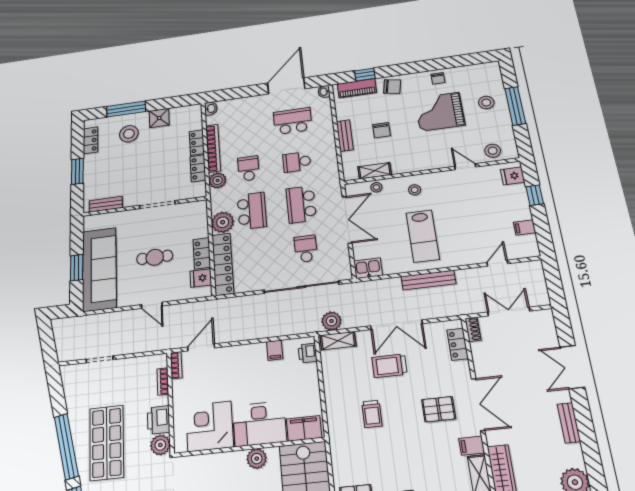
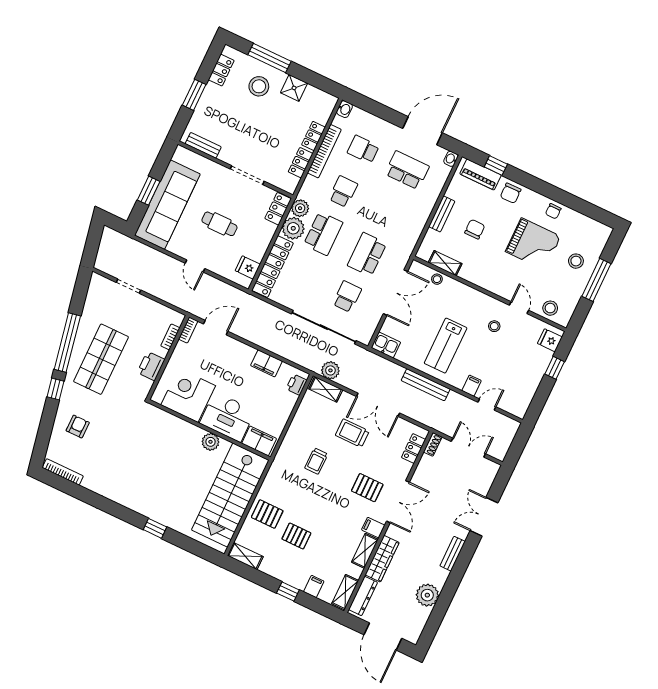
chair: (392, 87) -> (511, 193), turned 78
grand piano: (440, 112) -> (533, 244), turned 180
chair: (381, 130) -> (475, 229), turned 180
school desk: (297, 162) -> (363, 149), moved
plant: (218, 180) -> (300, 208), moved
stool: (415, 190) -> (494, 326), moved
filing cabinet: (525, 227) -> (472, 386), moved, turned 90
locker: (202, 253) -> (278, 209), moved
filing cabinet: (275, 350) -> (266, 363), width x2.00
plant: (160, 445) -> (142, 387), removed

